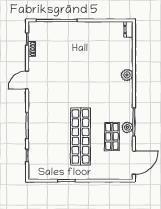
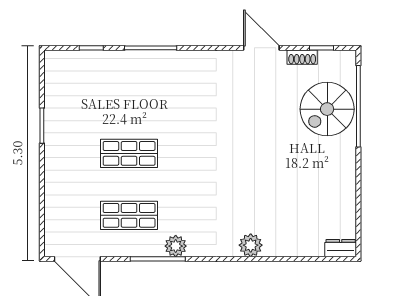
spiral stairs: (58, 36) -> (327, 109), added
door: (27, 80) -> (261, 48), moved
plant: (127, 127) -> (176, 246), moved
shop shelf: (80, 136) -> (129, 153), width x0.50, depth x0.74

